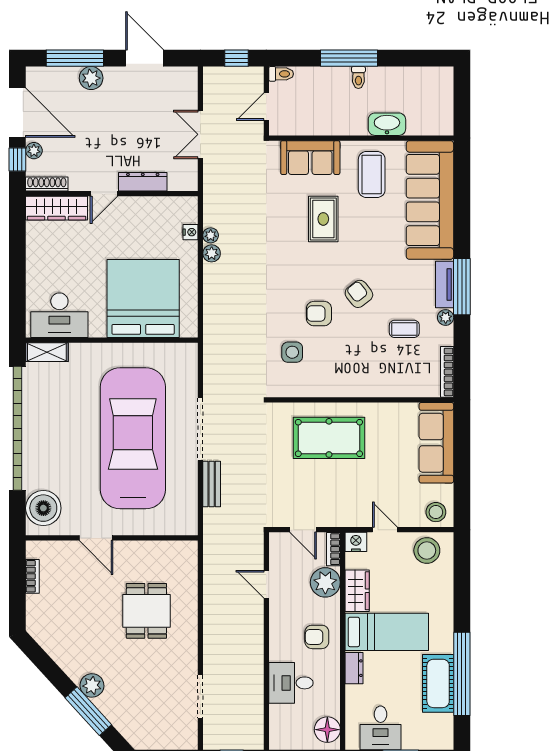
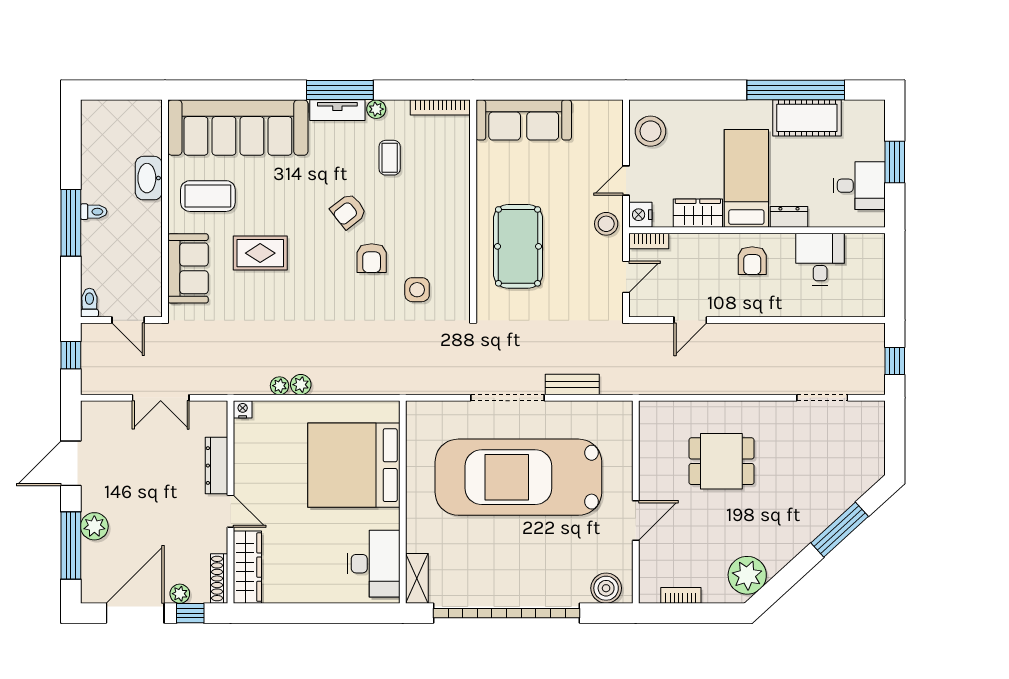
nightstand: (191, 232) -> (243, 409), moved
boiler: (43, 508) -> (606, 588), width x0.73, depth x0.73
stool: (436, 512) -> (606, 224), moved
plant: (325, 582) -> (688, 251), removed
desk: (291, 683) -> (820, 259), moved, turned 180
plant: (92, 685) -> (747, 575), moved, width x1.36, depth x1.36
floor lamp: (327, 730) -> (861, 248), removed

